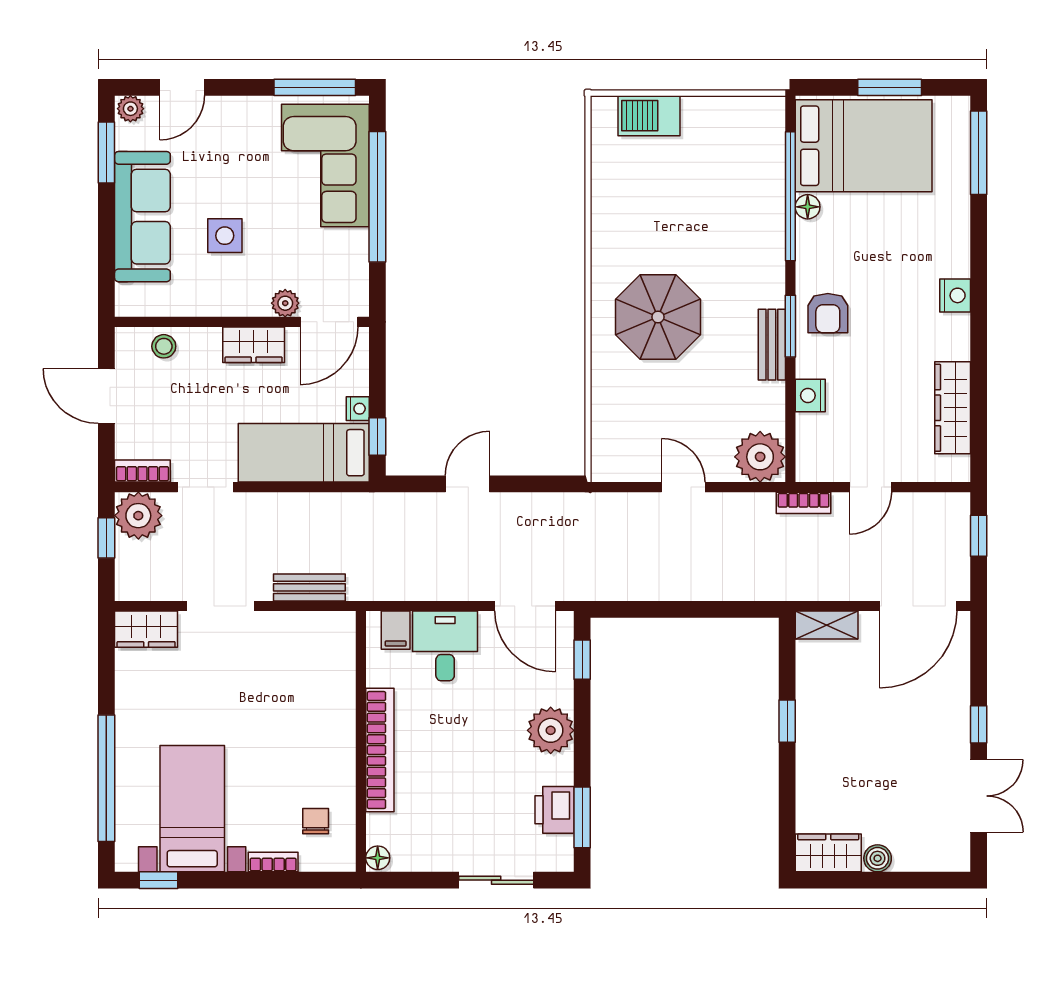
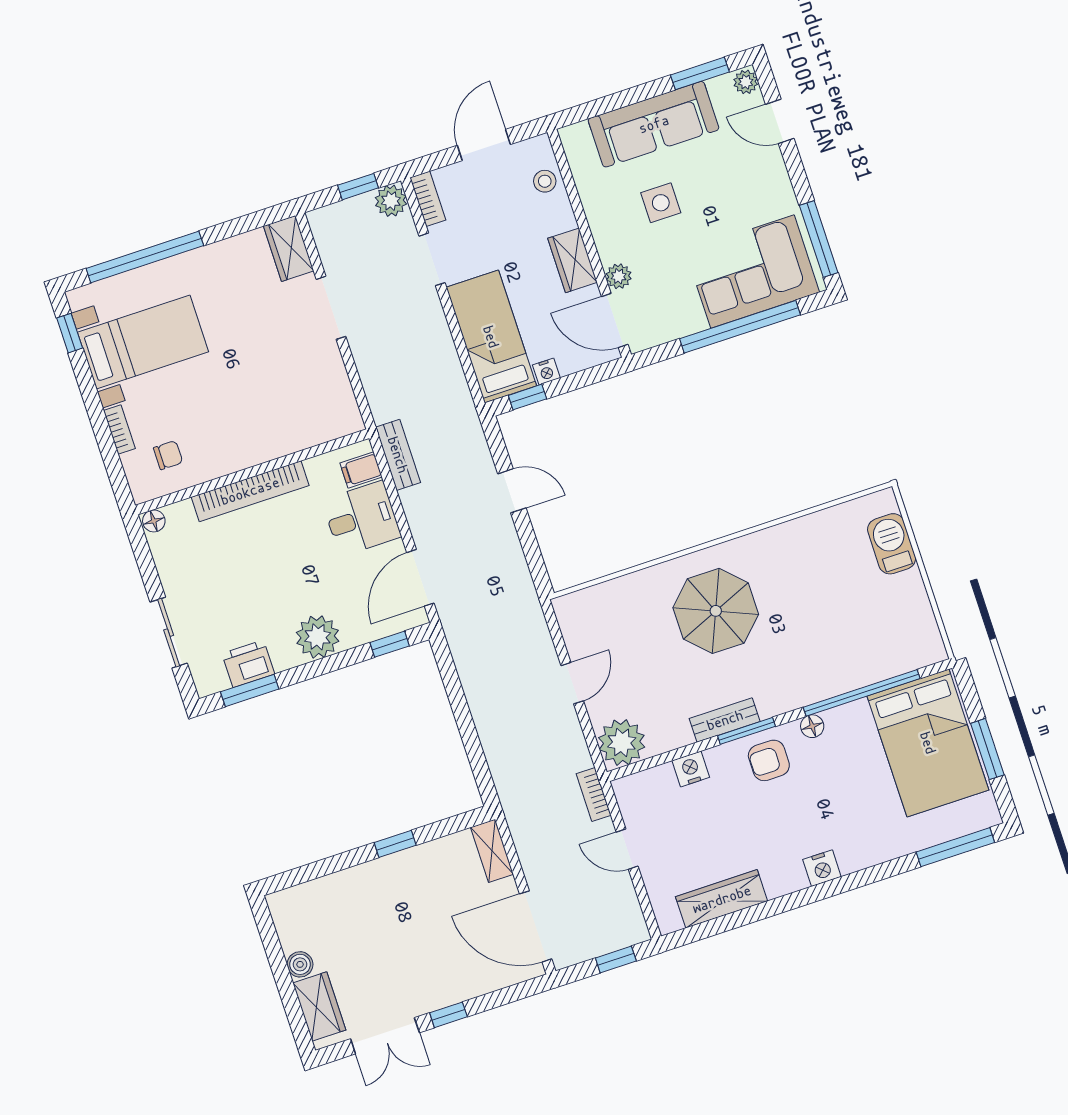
floor lamp: (808, 207) -> (812, 726), moved
plant: (138, 516) -> (391, 201), width x0.73, depth x0.73
bench: (309, 587) -> (398, 455), moved
wardrobe: (828, 853) -> (319, 1006), moved

